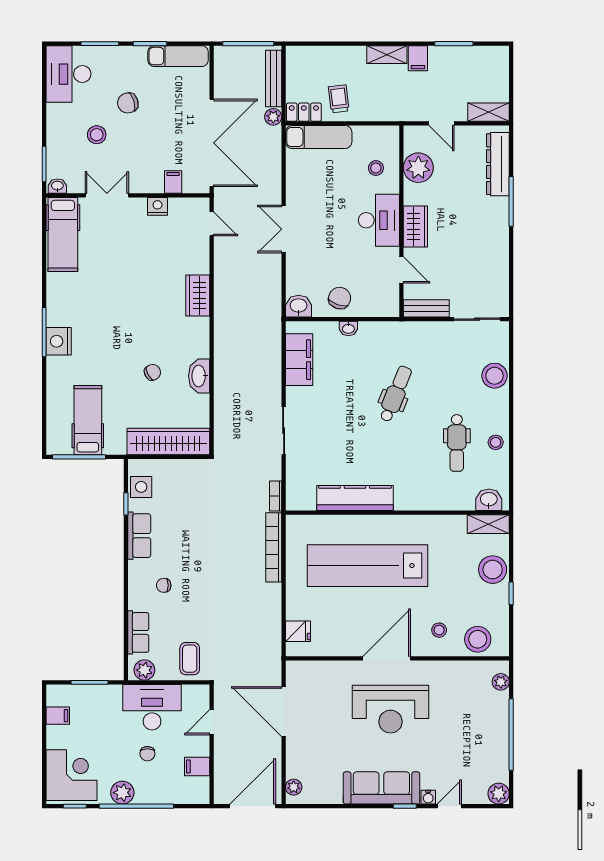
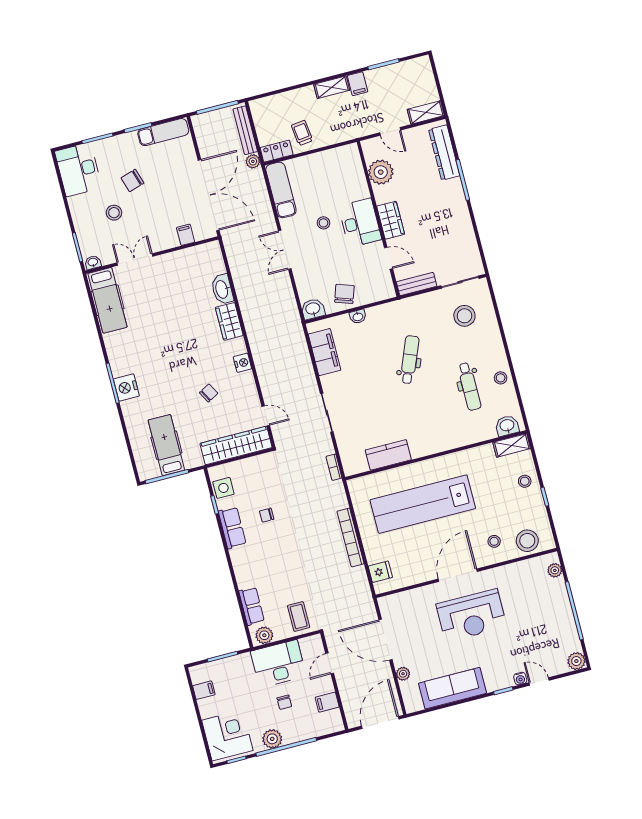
exam couch: (319, 137) -> (281, 190), moved, turned -90
stool: (376, 168) -> (323, 223), moved
nightstand: (157, 206) -> (242, 363), moved, turned 90
door: (212, 224) -> (266, 416), moved
washbasin: (199, 376) -> (222, 289), moved
stool: (494, 376) -> (464, 316), moved
kitchen counter: (355, 498) -> (388, 455), width x0.67
bookcase: (274, 547) -> (351, 537), moved
stool: (493, 570) -> (525, 481), width x0.53, depth x0.53
chair: (164, 585) -> (267, 515), moved
plant: (294, 787) -> (403, 674), moved
sofa: (381, 788) -> (453, 688), moved
door: (449, 806) -> (539, 682), hinge flipped

